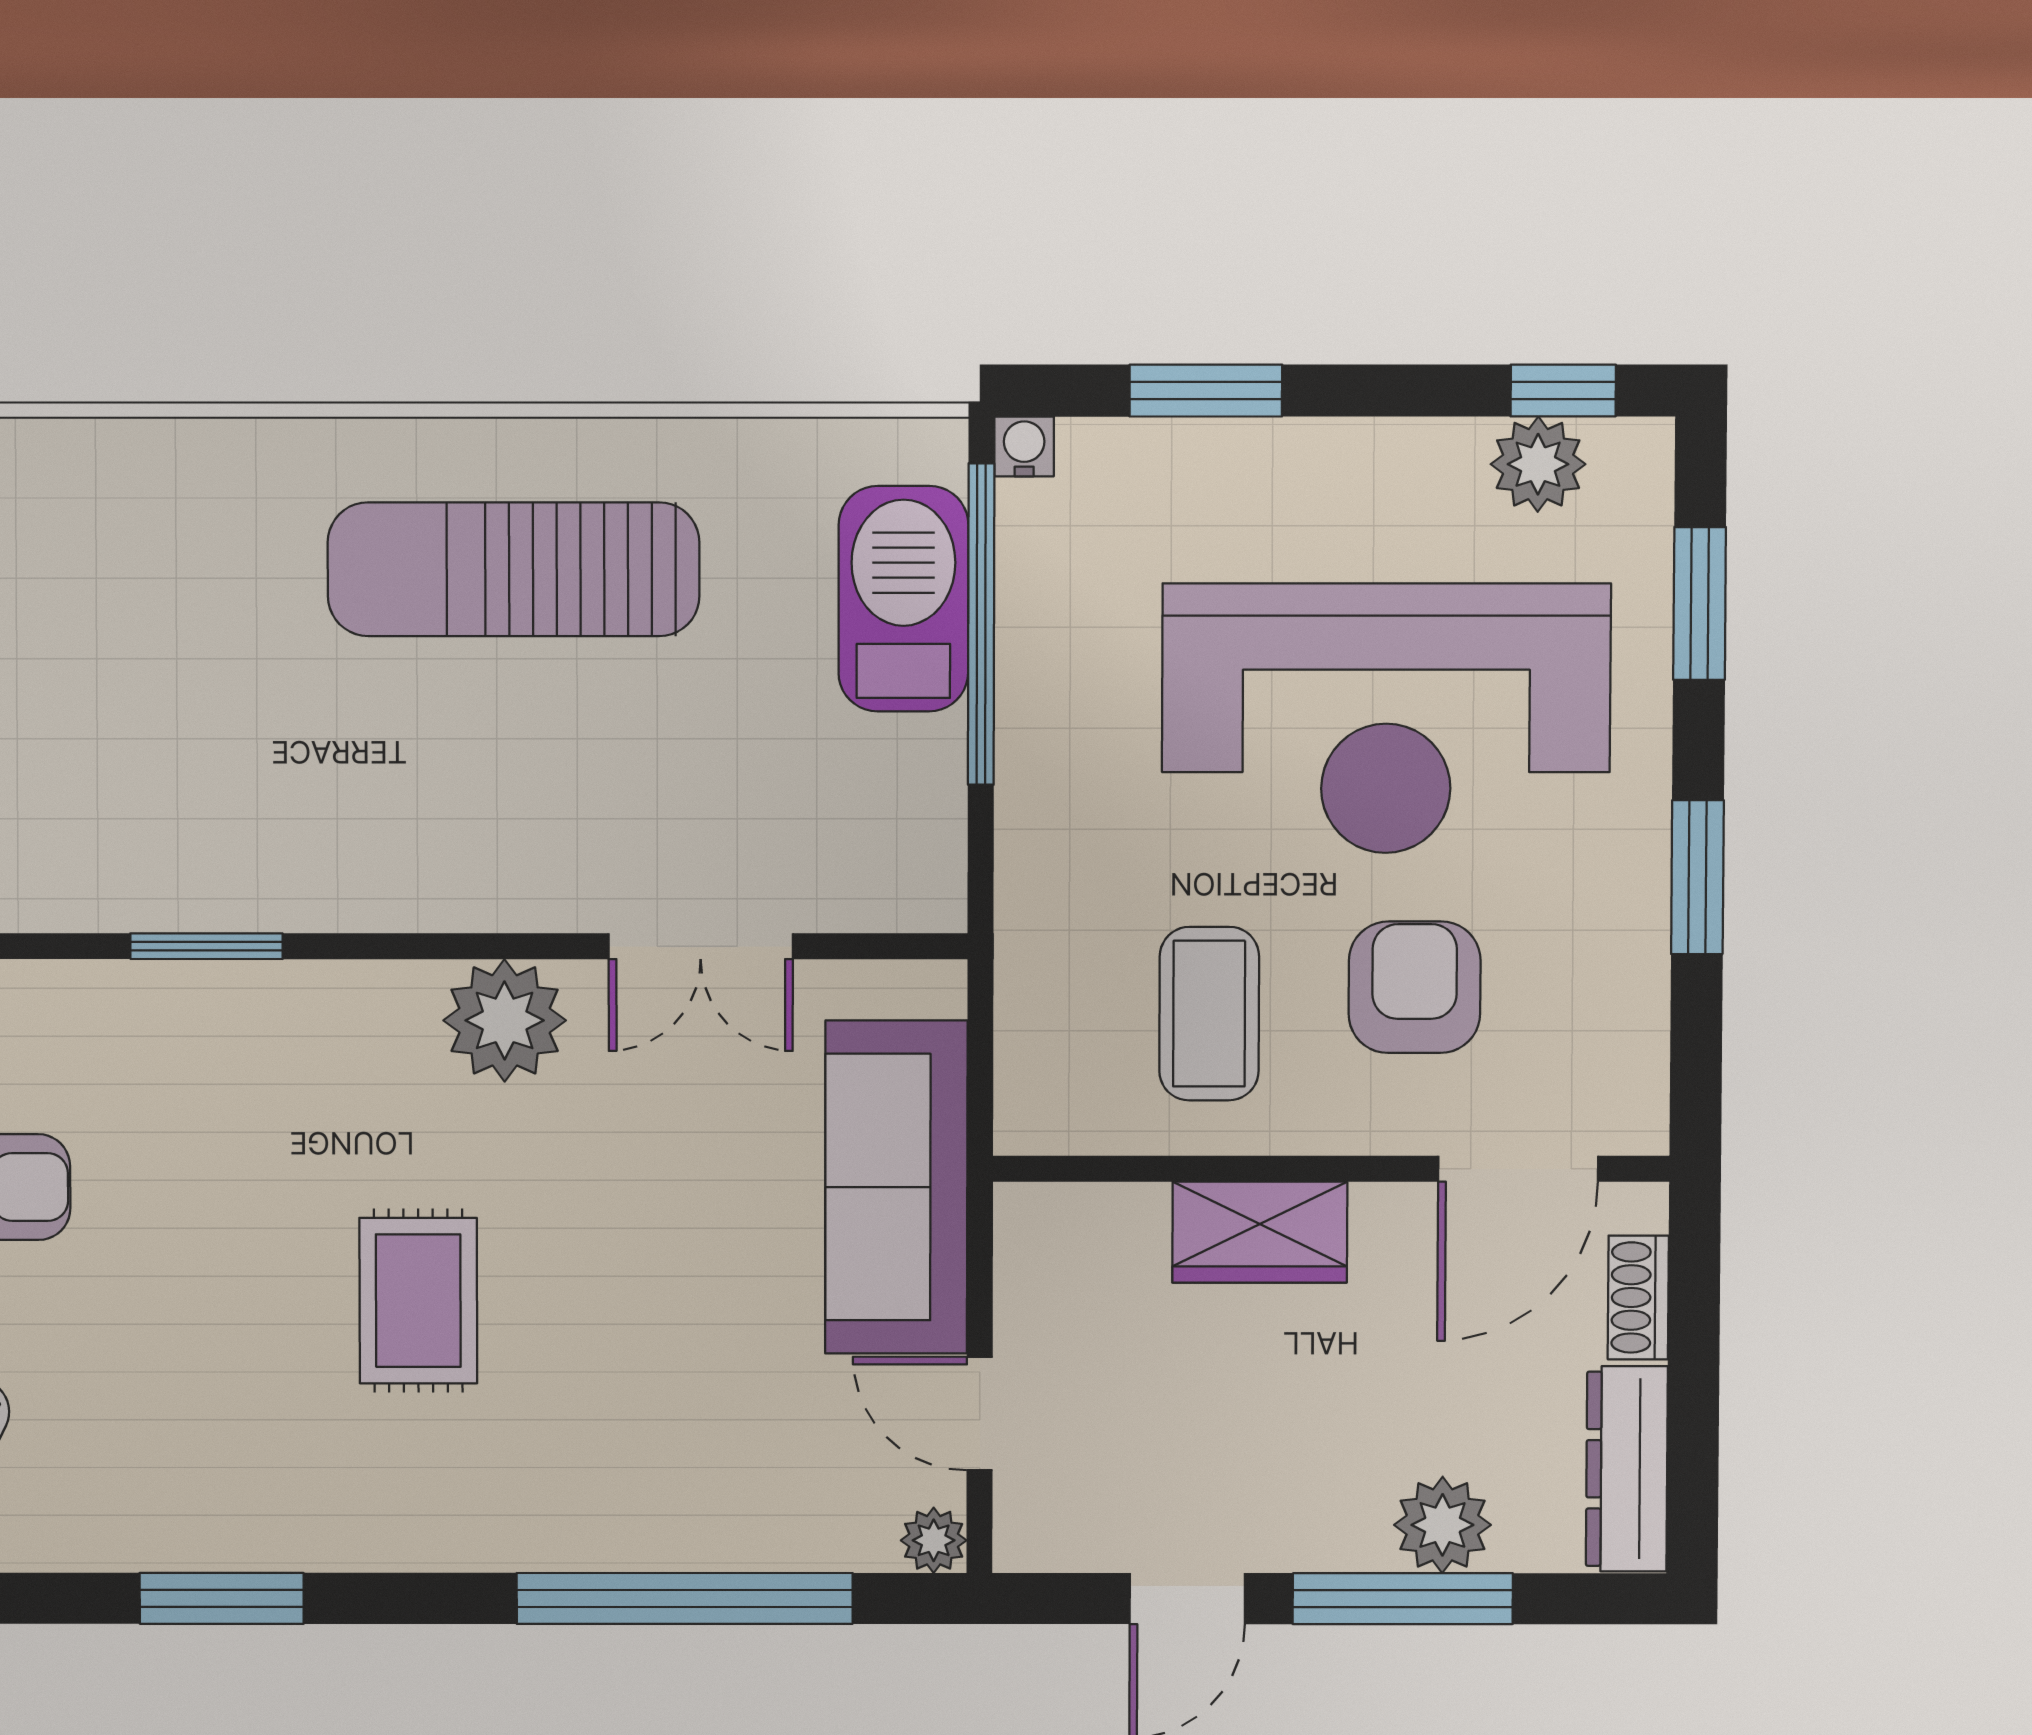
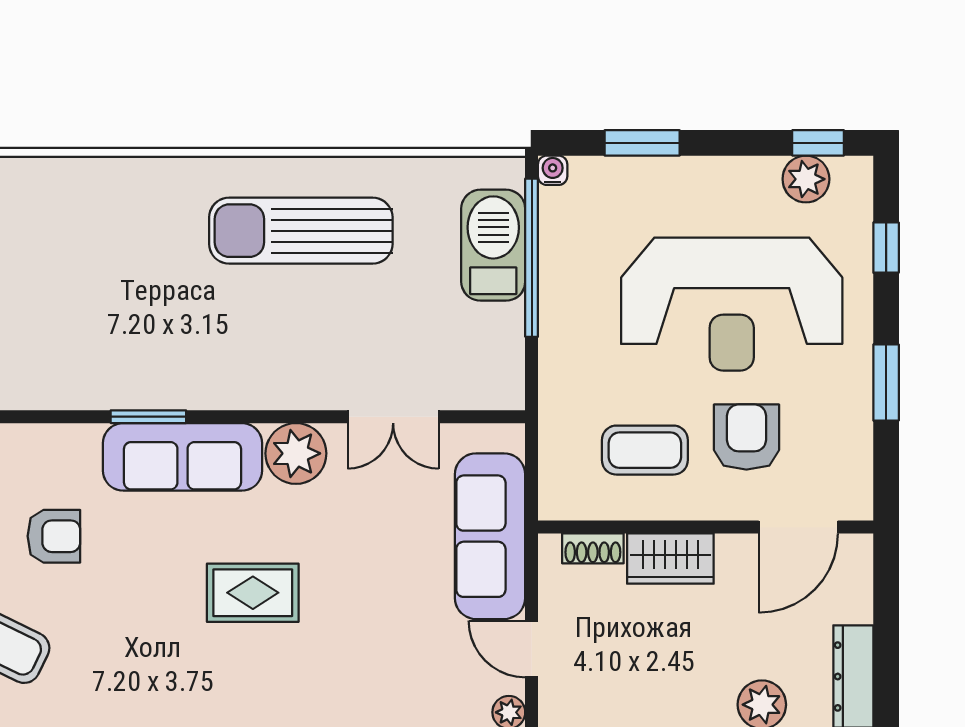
window: (1700, 604) -> (886, 248), width x0.67
coffee table: (1209, 1014) -> (645, 450), turned 90
sofa: (276, 1027) -> (182, 457), added
shoe rack: (1638, 1297) -> (593, 548), moved, turned -90
rug: (418, 1301) -> (253, 593), turned 90

